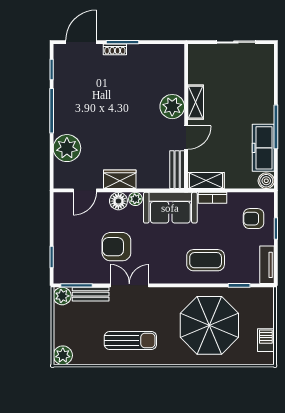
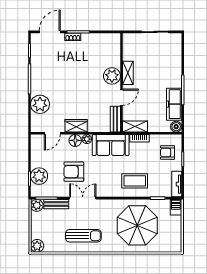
plant: (66, 253) -> (39, 176), added
barbecue: (266, 340) -> (176, 207), moved

